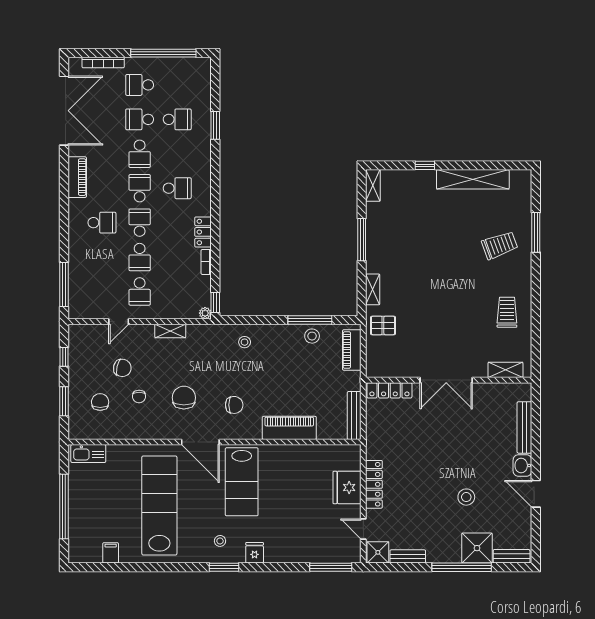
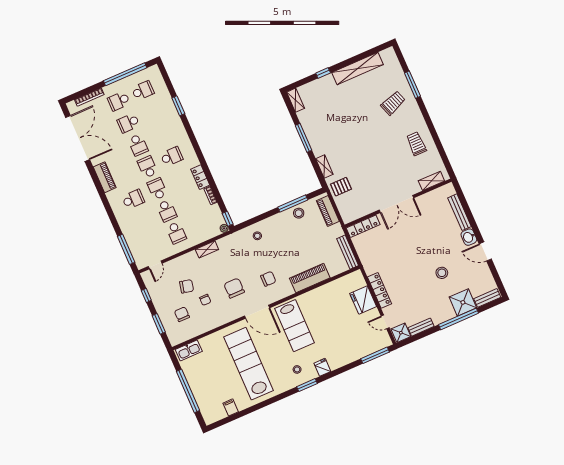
school desk: (177, 119) -> (143, 91), moved
door: (119, 322) -> (155, 265), moved

